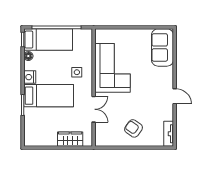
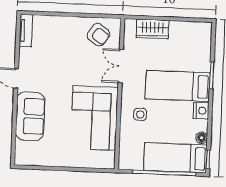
sofa: (163, 47) -> (30, 116), moved
armchair: (134, 128) -> (99, 35), moved

